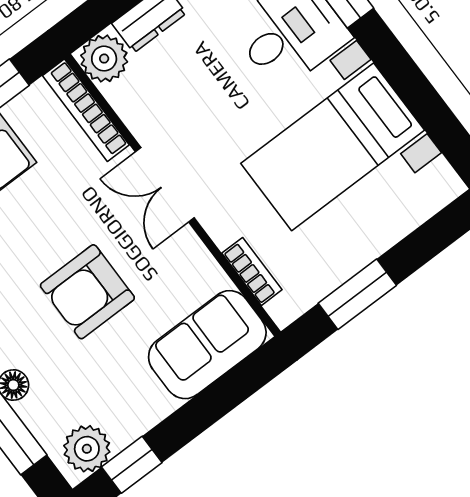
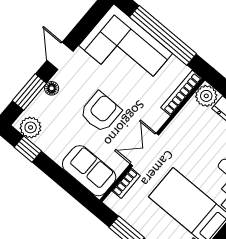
double door: (165, 185) -> (144, 149), moved
armchair: (87, 292) -> (101, 112), turned 90

